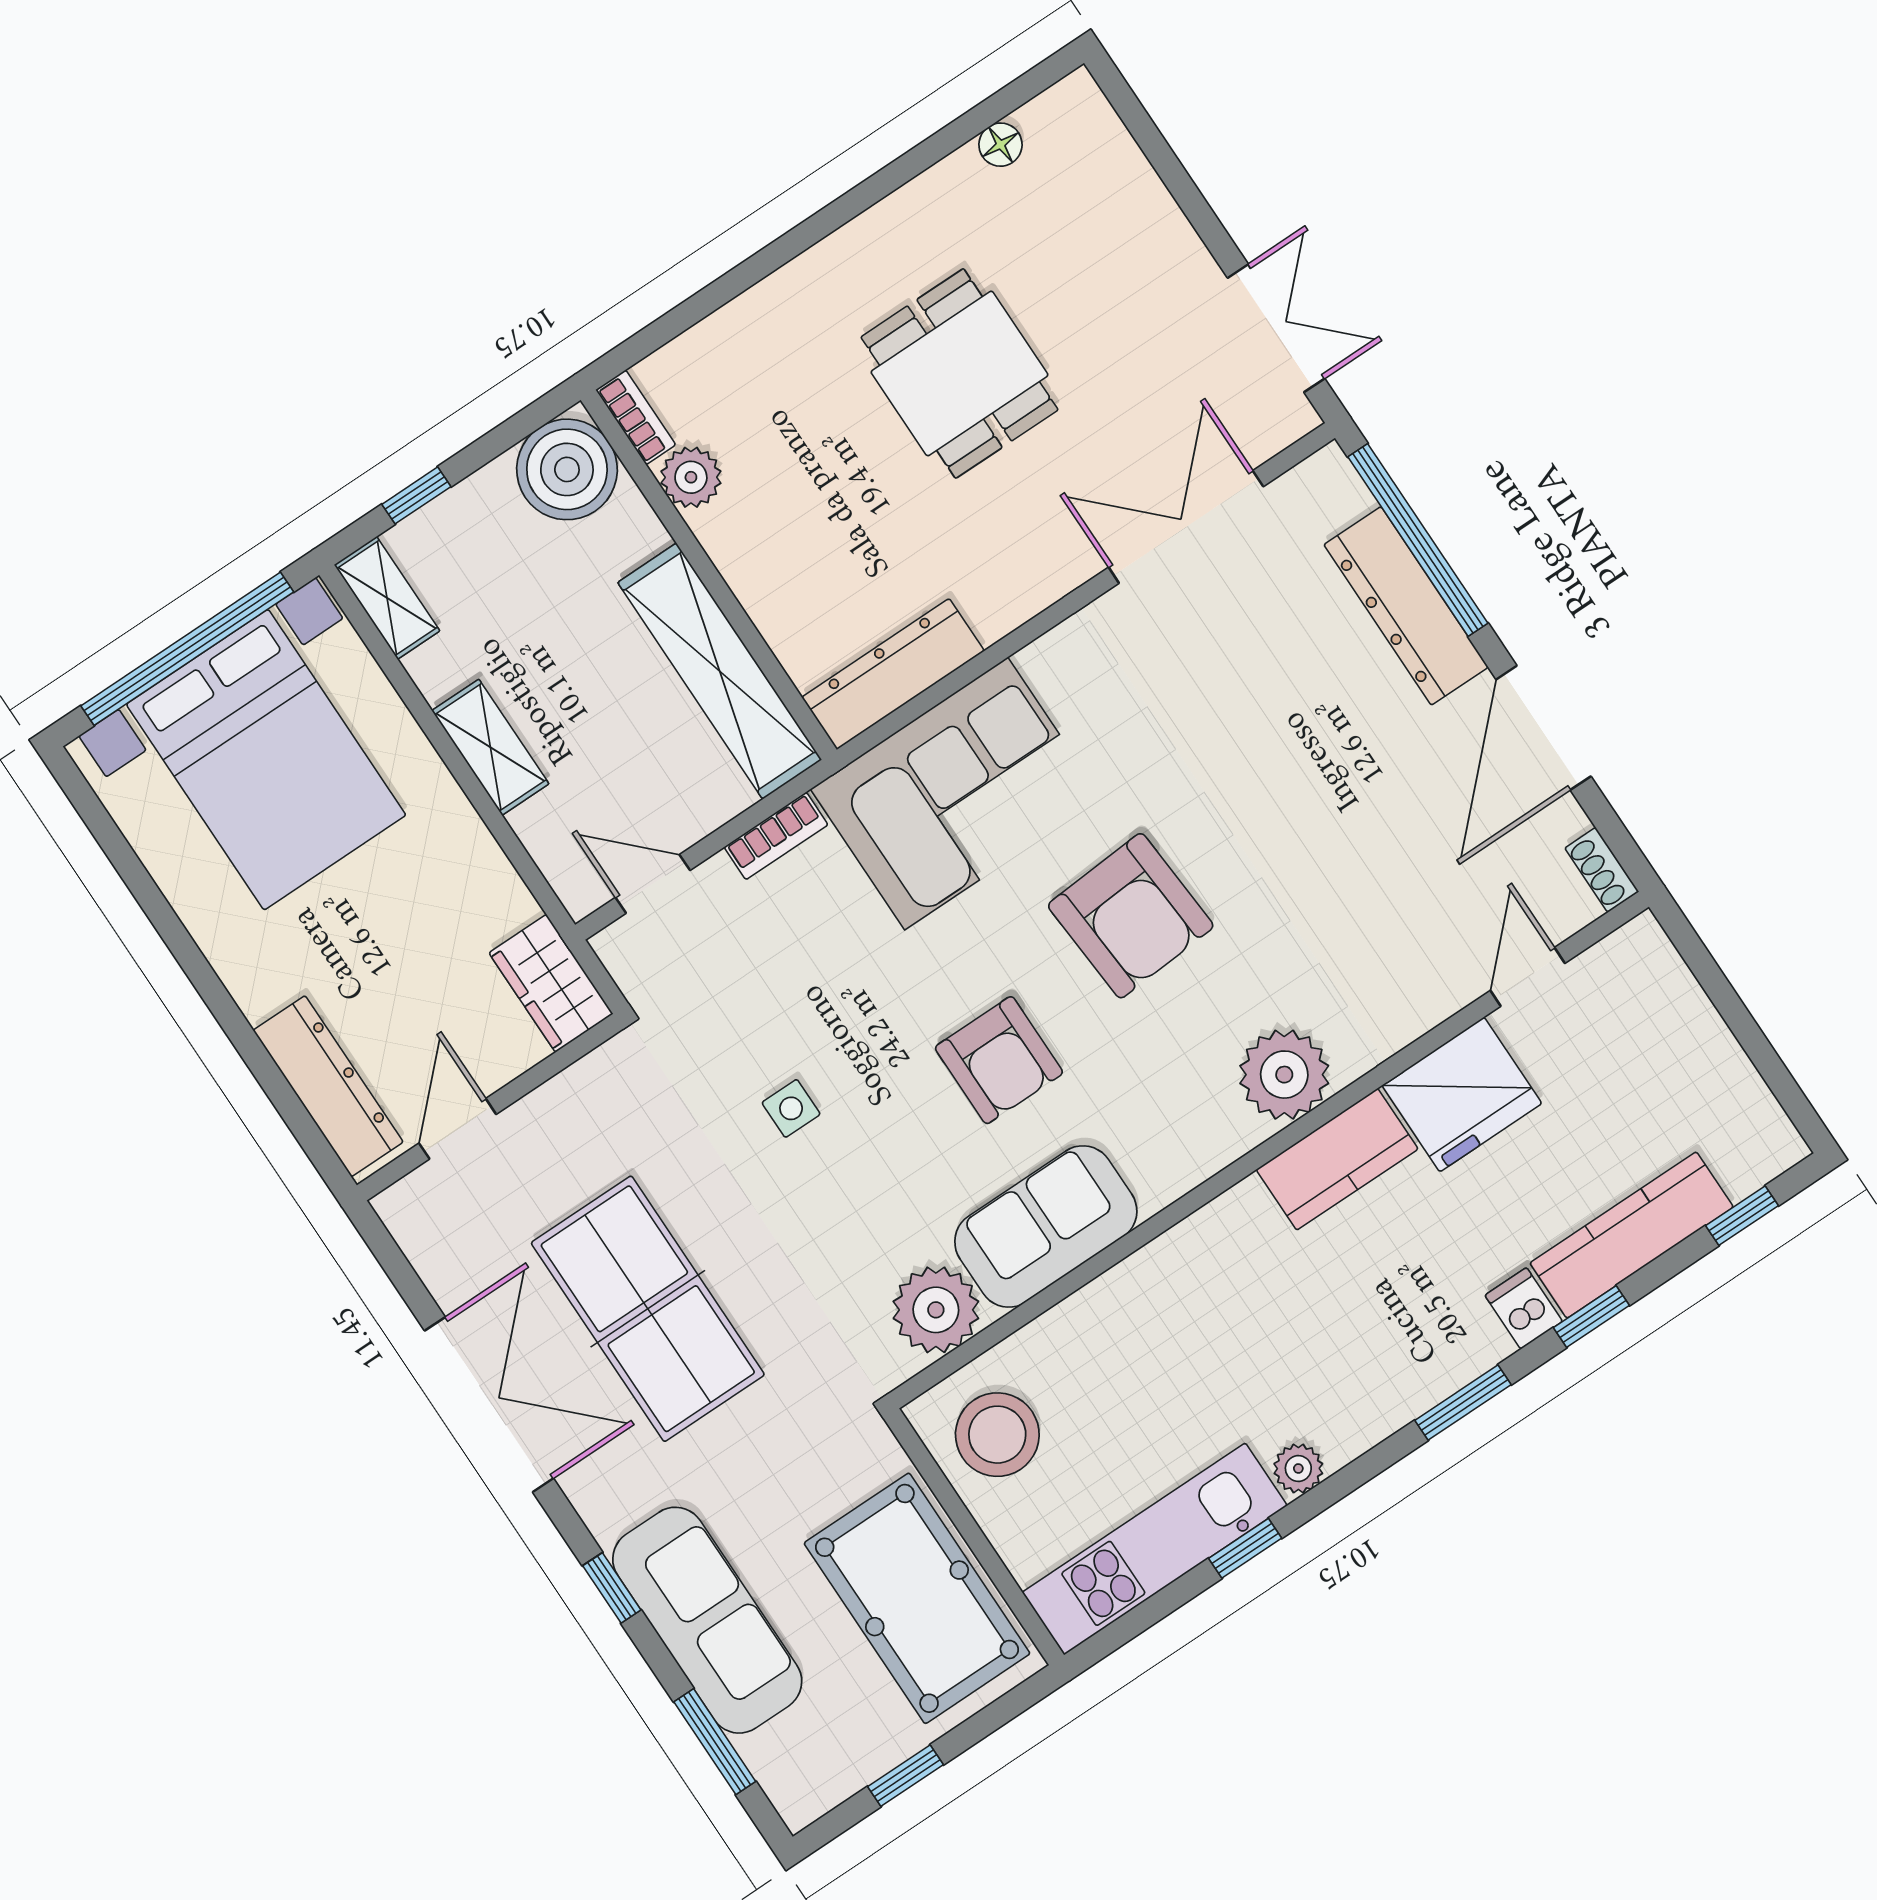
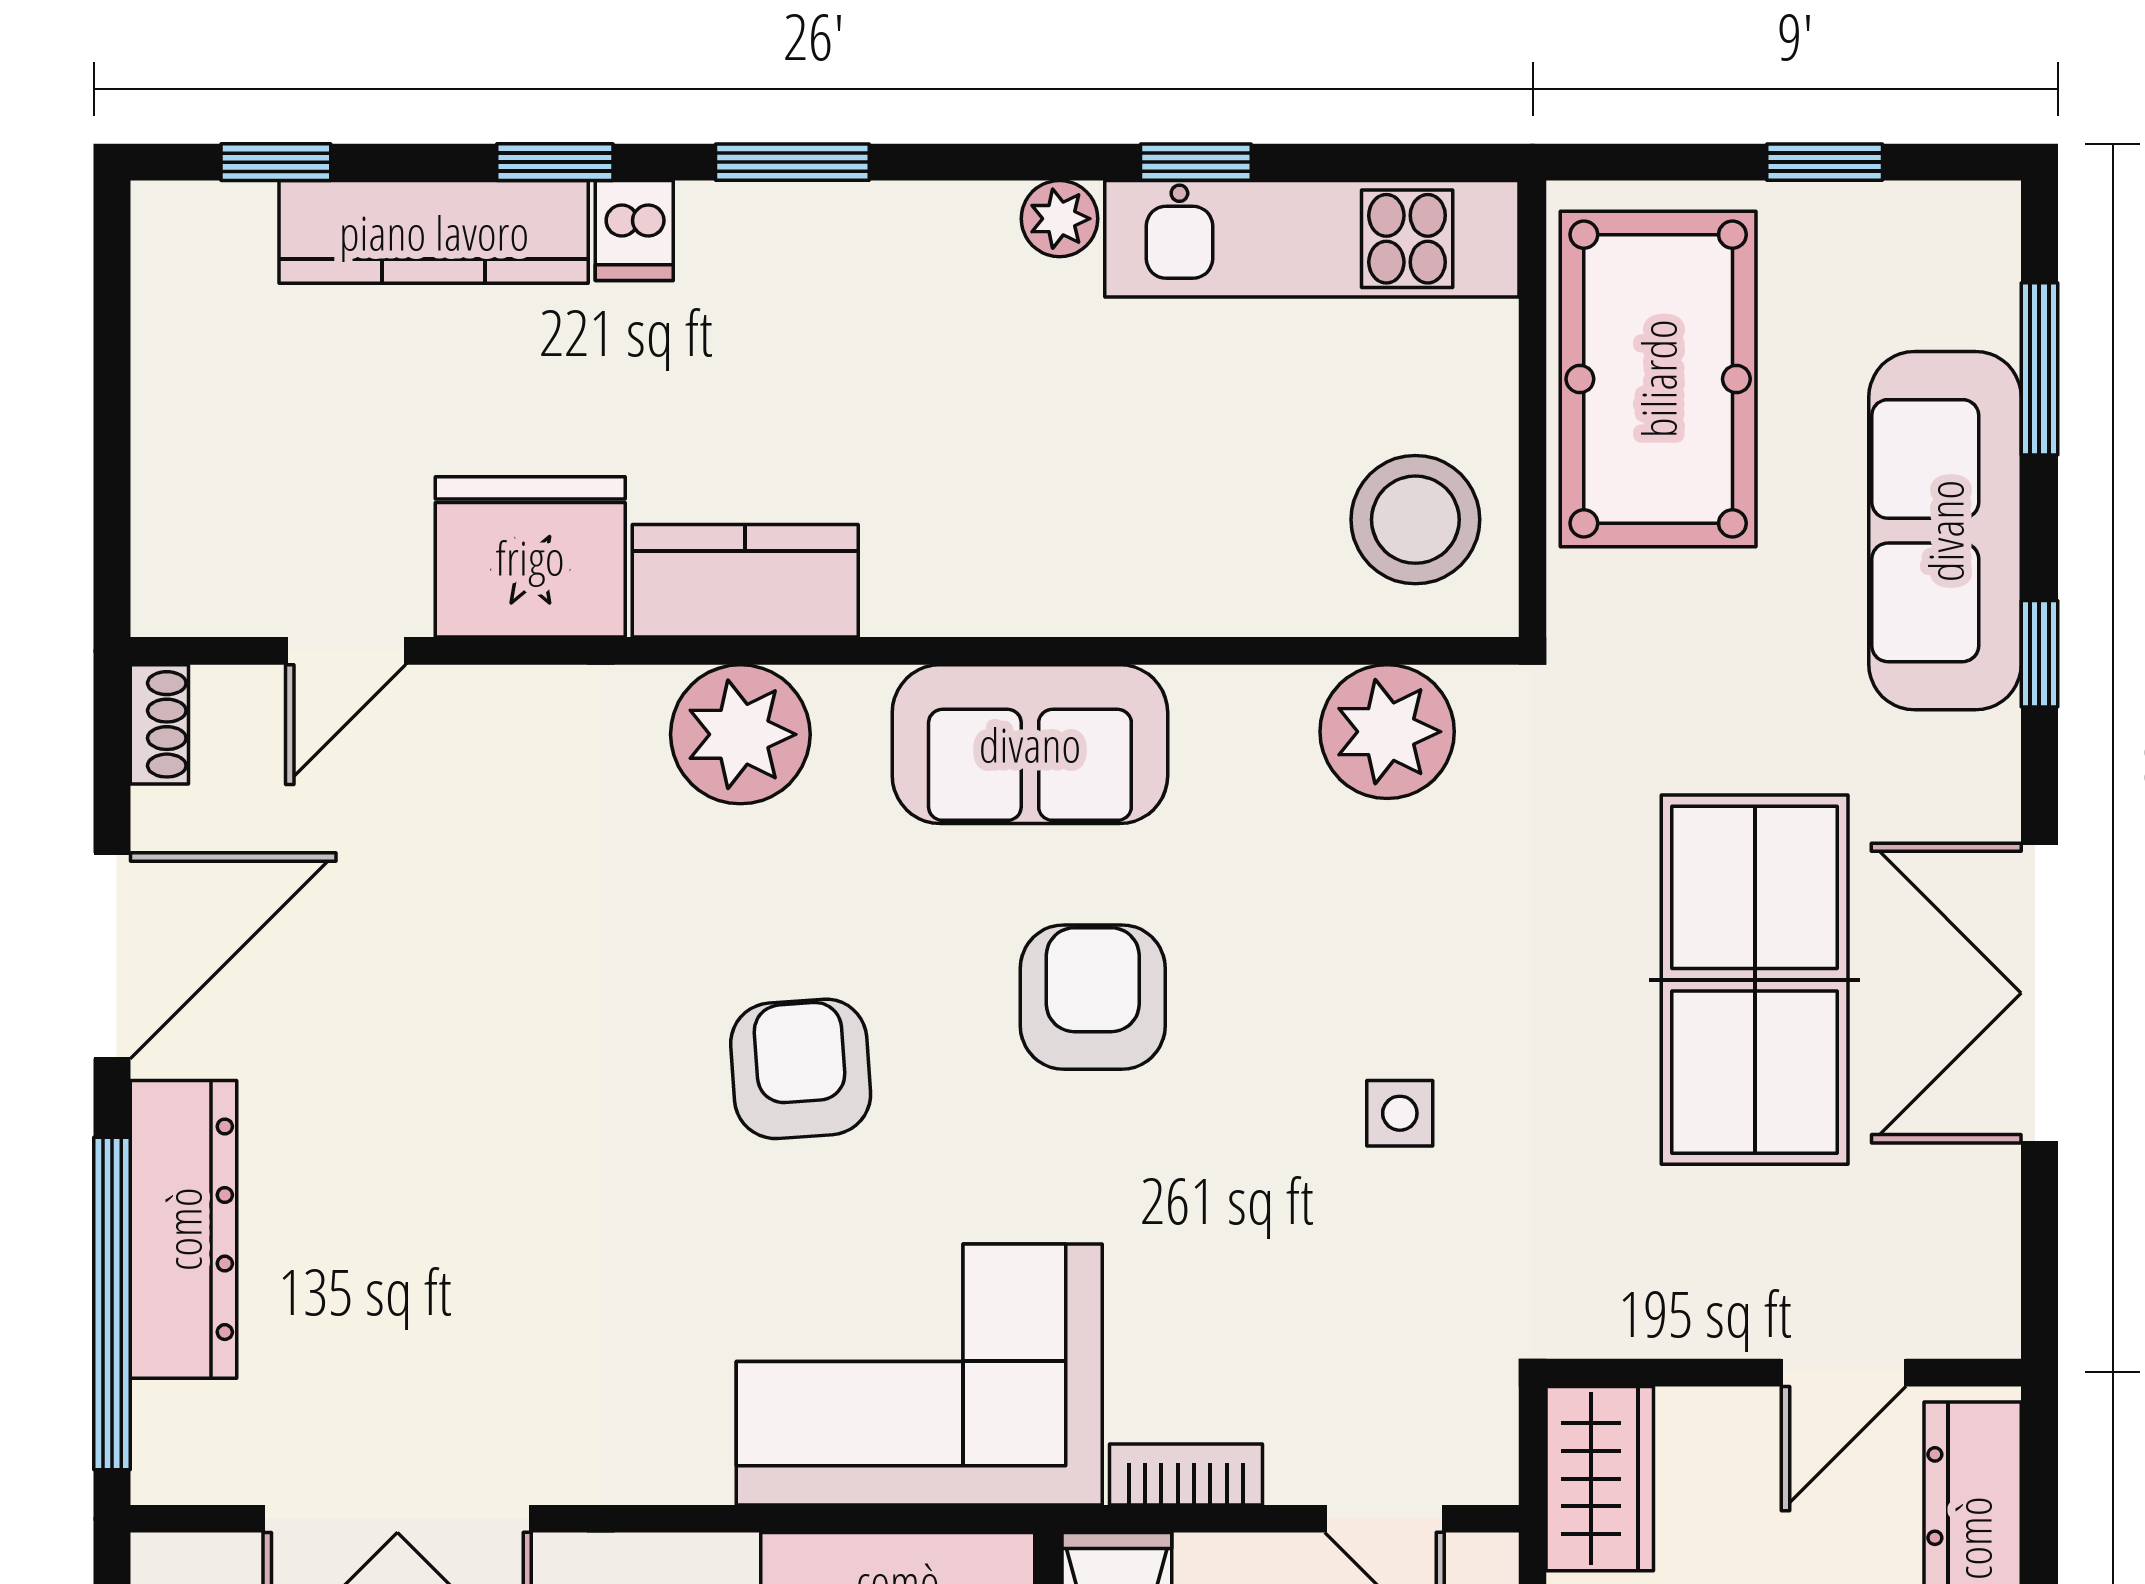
armchair: (1131, 916) -> (801, 1069), width x0.73, depth x0.73
sofa: (1046, 1227) -> (1030, 744), moved

